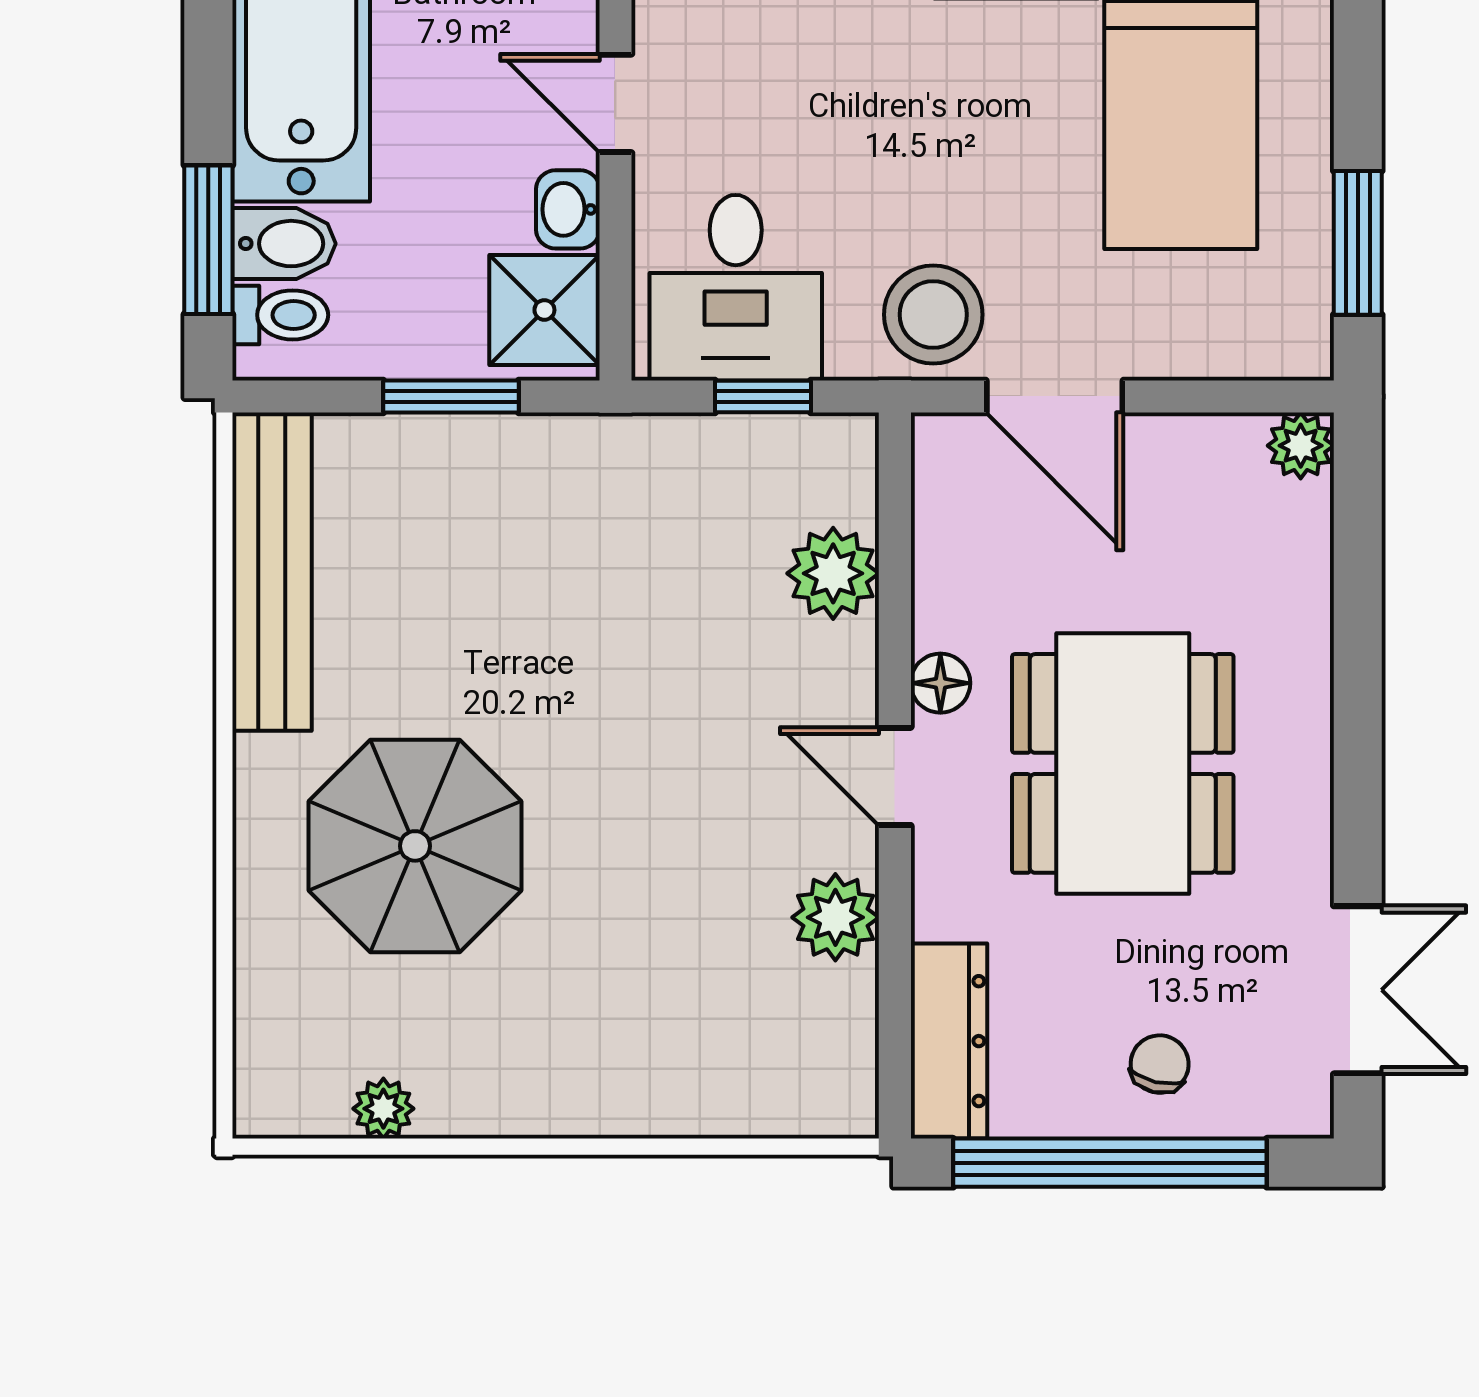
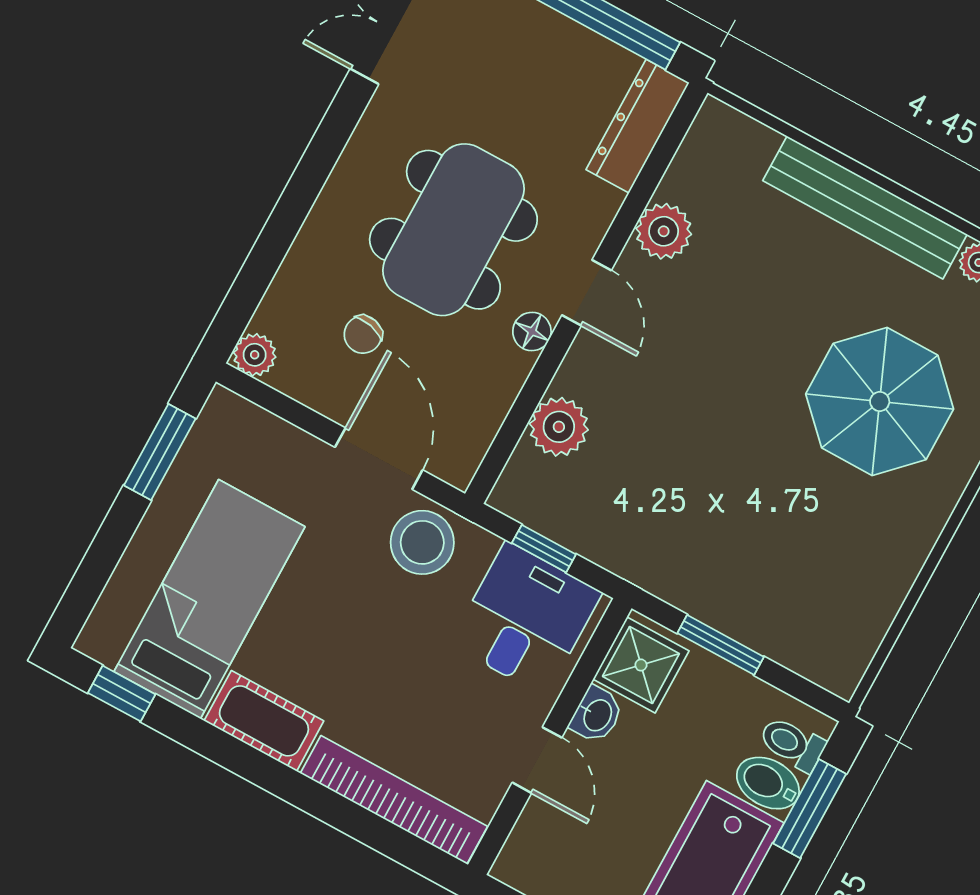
bench: (272, 572) -> (865, 207), moved, turned 90
chair: (1160, 1064) -> (363, 335), moved

